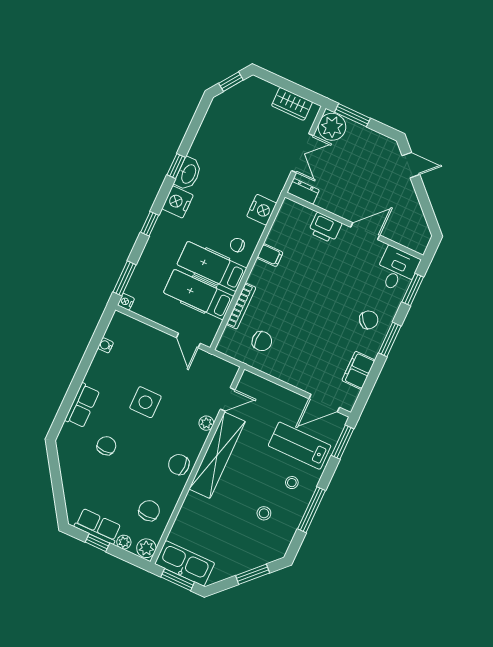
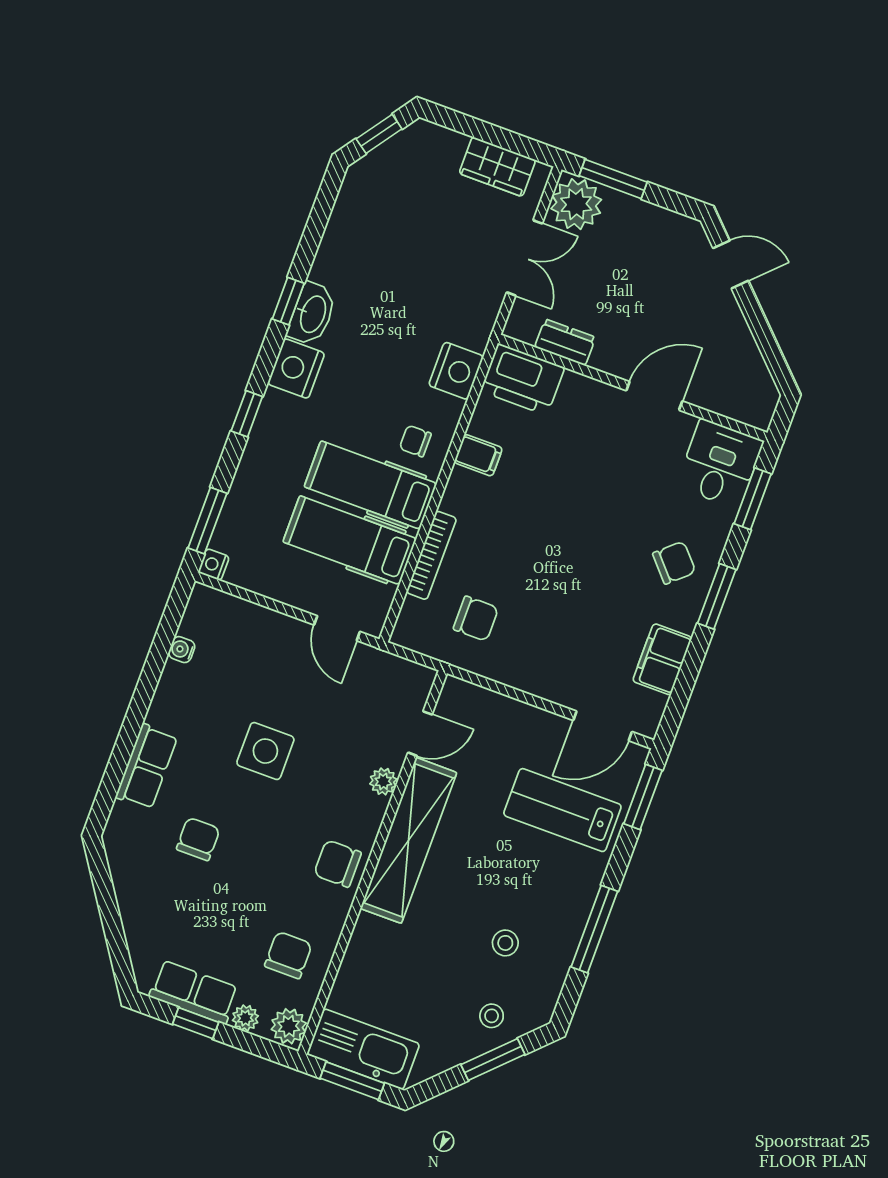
dresser: (303, 191) -> (565, 342), moved
printer: (325, 228) -> (522, 379), moved, width x1.37, depth x1.19
stool: (292, 483) -> (492, 1016), moved

